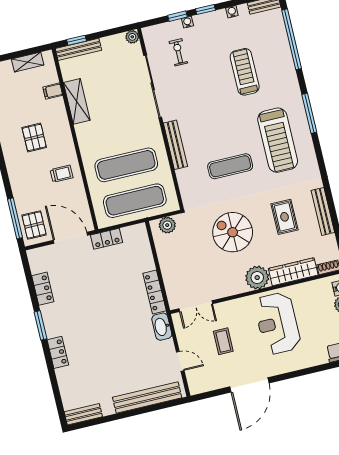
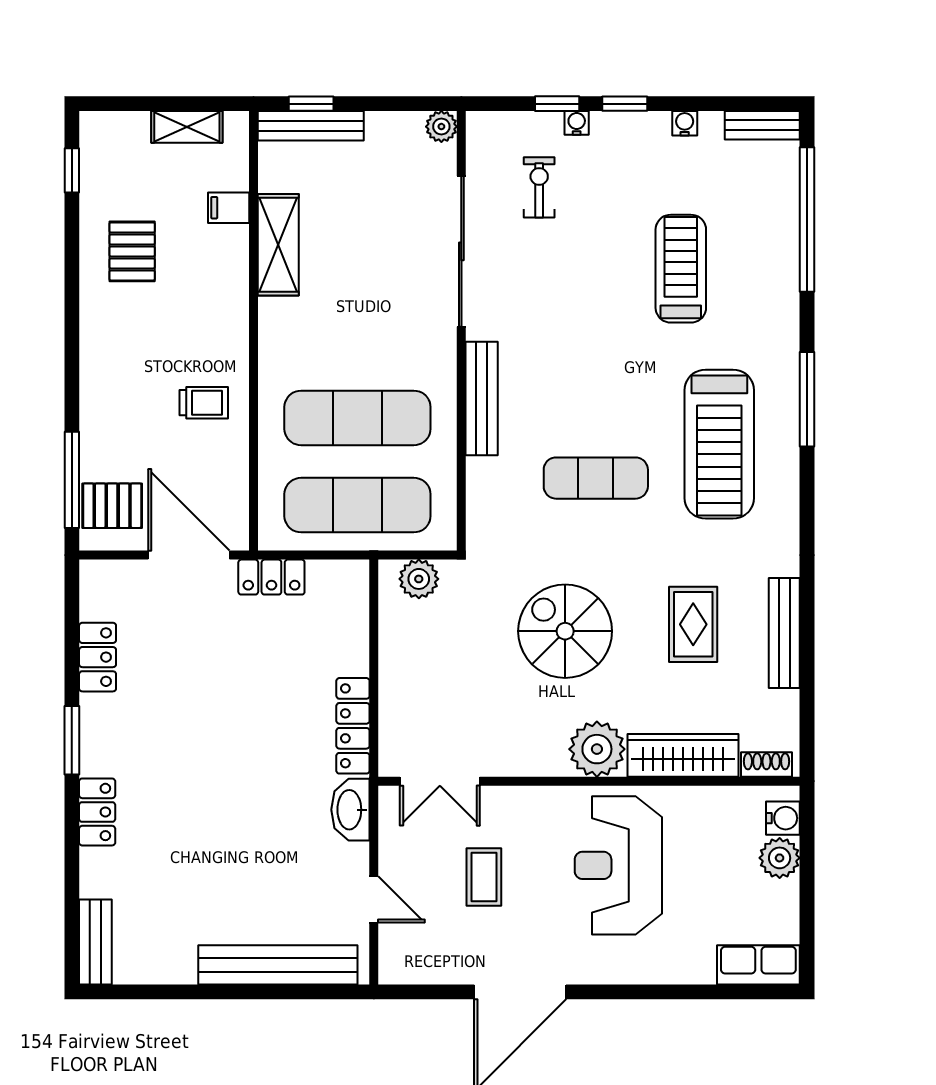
pallet: (34, 137) -> (132, 251), moved
pallet: (34, 225) -> (112, 506), turned 90
bench: (83, 414) -> (95, 942), moved, turned 90

